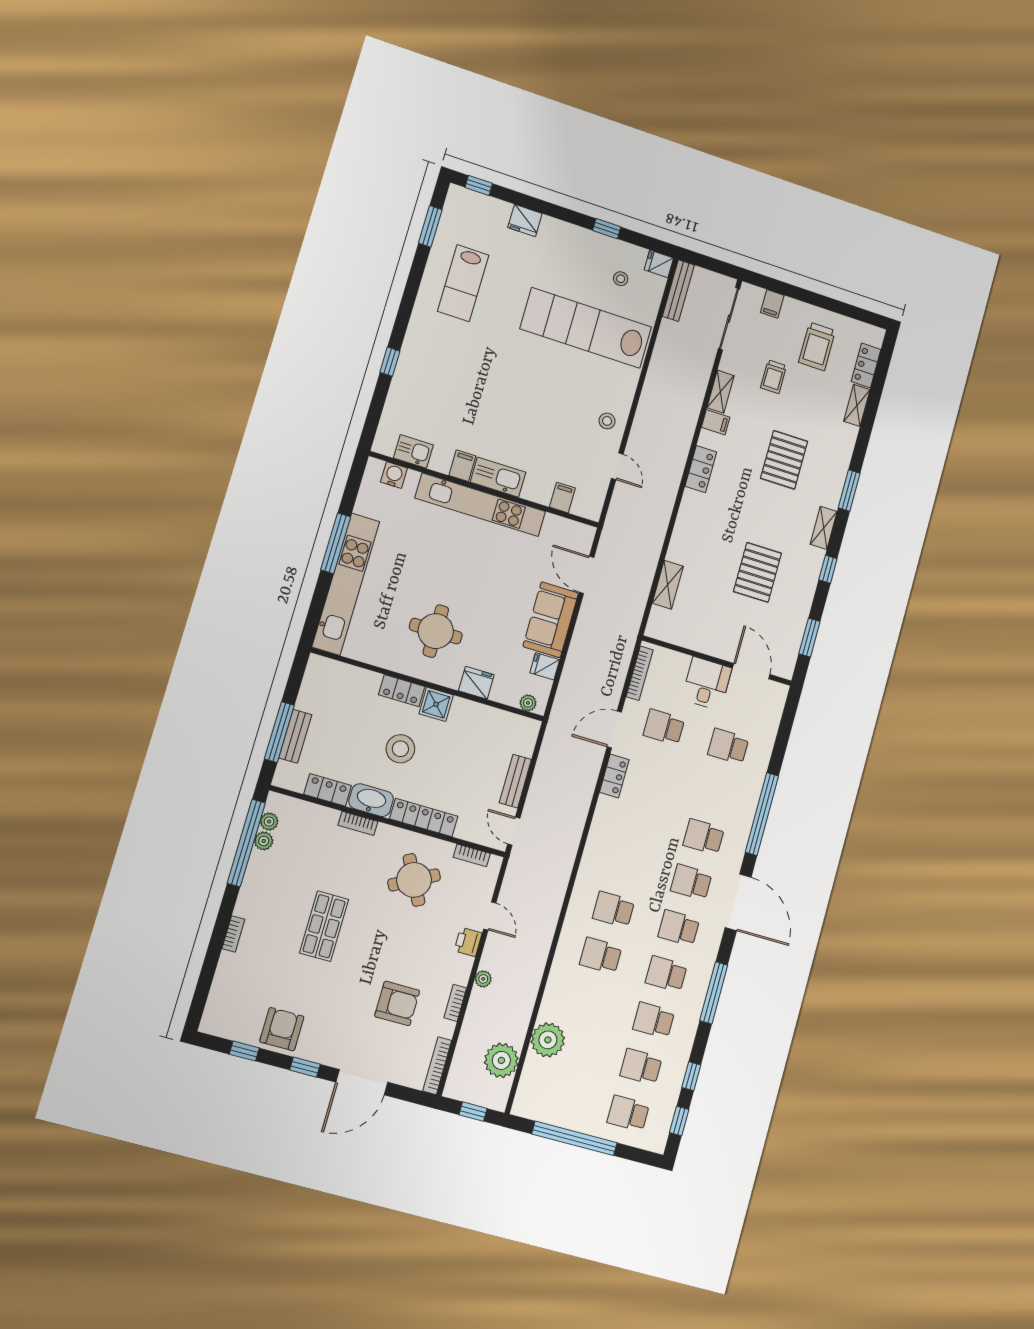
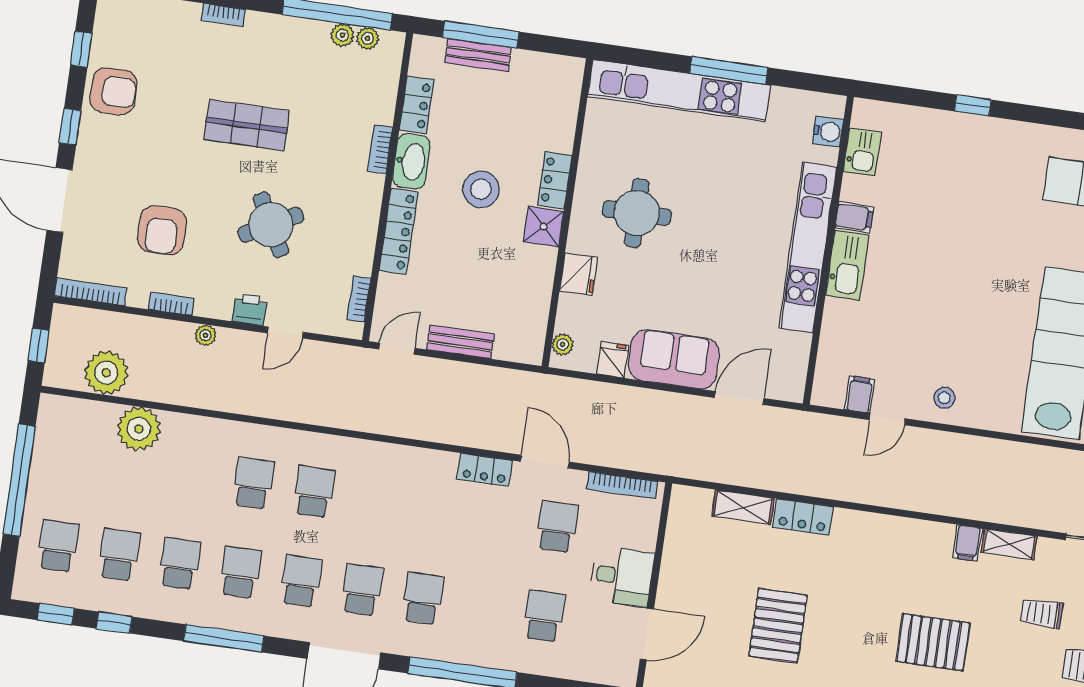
locker: (701, 469) -> (803, 517), moved
filing cabinet: (562, 498) -> (860, 394), moved, turned -90
pallet: (757, 572) -> (778, 626), turned 90
round table: (414, 880) -> (271, 225), moved

